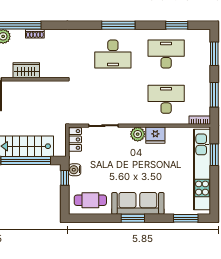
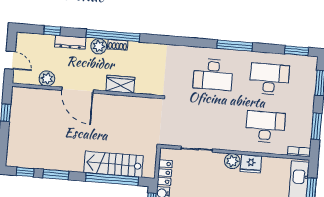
window: (118, 25) -> (235, 46), moved
window: (177, 25) -> (297, 51), moved
shoe rack: (35, 34) -> (118, 45), moved
locker: (75, 139) -> (165, 173), moved

